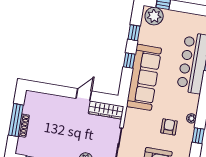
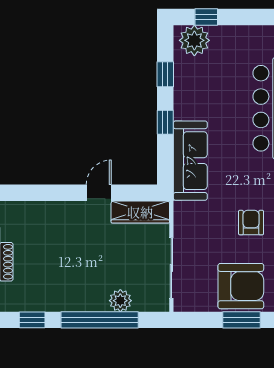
sofa: (144, 77) -> (190, 161), width x0.74, depth x0.79

